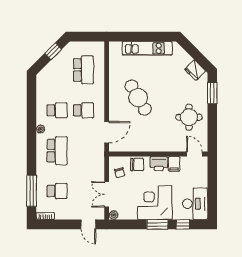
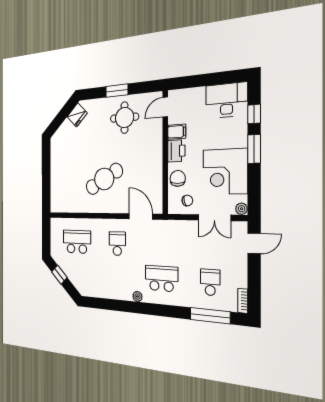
kitchen unit: (147, 48) -> (57, 170), removed
window: (212, 93) -> (117, 91), moved
school desk: (57, 110) -> (117, 275), removed
corner desk: (155, 203) -> (225, 172), moved

